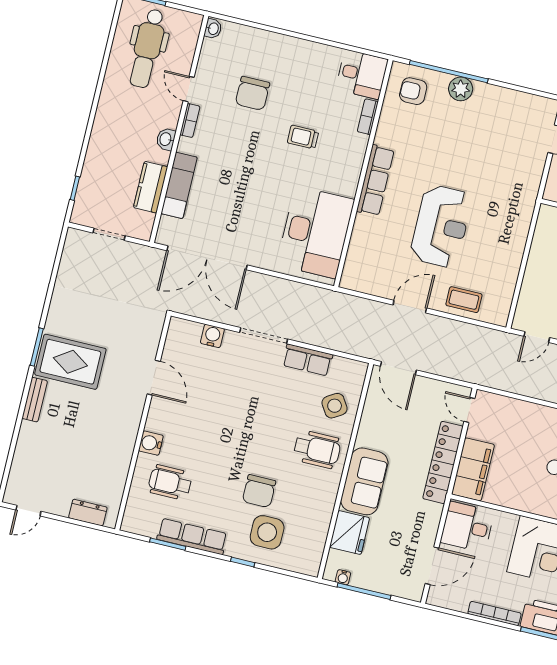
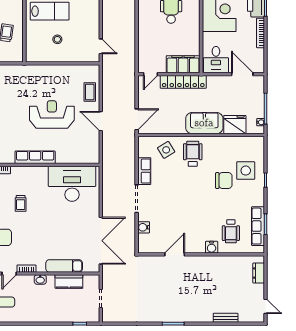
rug: (70, 362) -> (177, 303), removed
bench: (35, 400) -> (226, 318), moved
row of seats: (192, 536) -> (258, 226), moved

